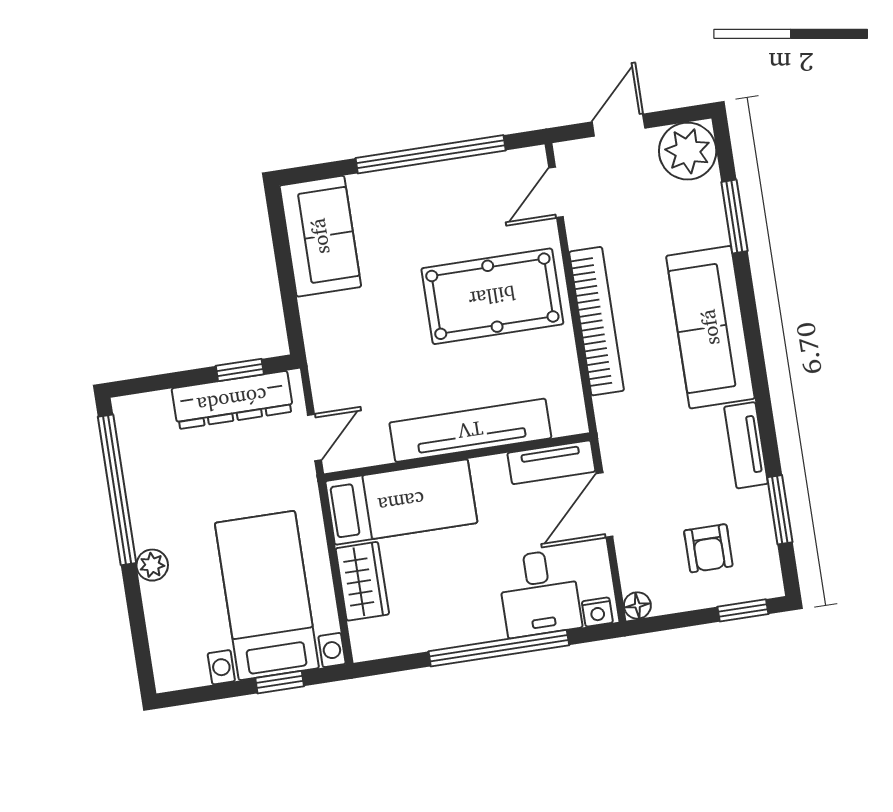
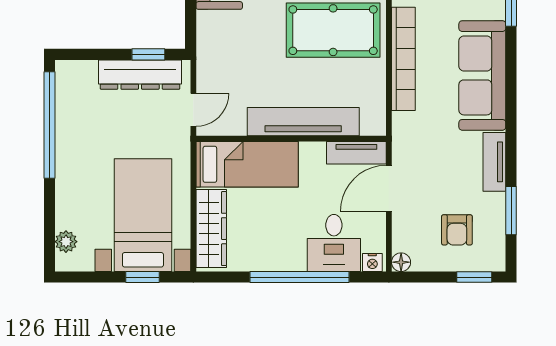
plant: (152, 565) -> (66, 242), moved
wardrobe: (362, 581) -> (211, 229), width x1.50

